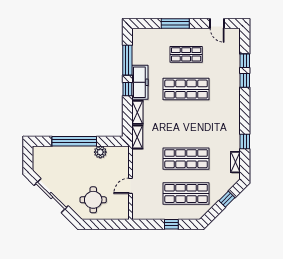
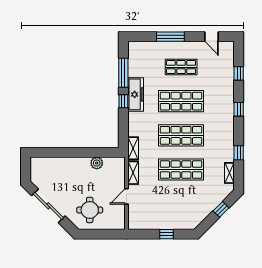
window: (245, 80) -> (239, 109), moved
shelving: (137, 112) -> (133, 173), moved
window: (74, 141) -> (71, 152), removed
shop shelf: (186, 193) -> (181, 135), moved

